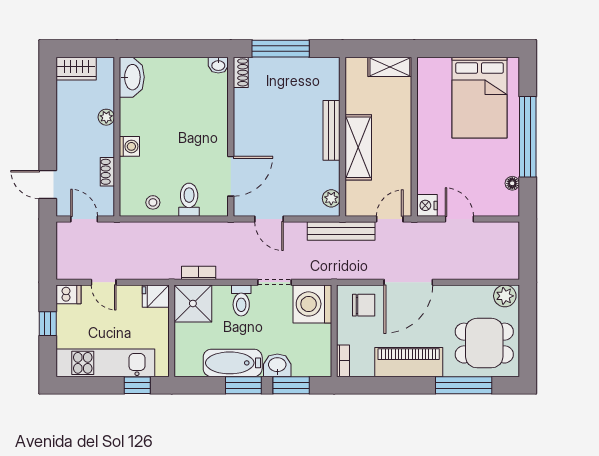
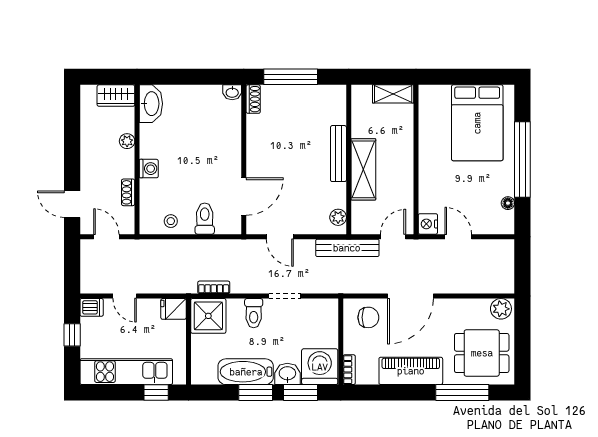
wardrobe: (76, 69) -> (116, 96), moved
washing machine: (312, 304) -> (320, 367), moved, turned 90

